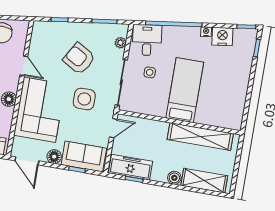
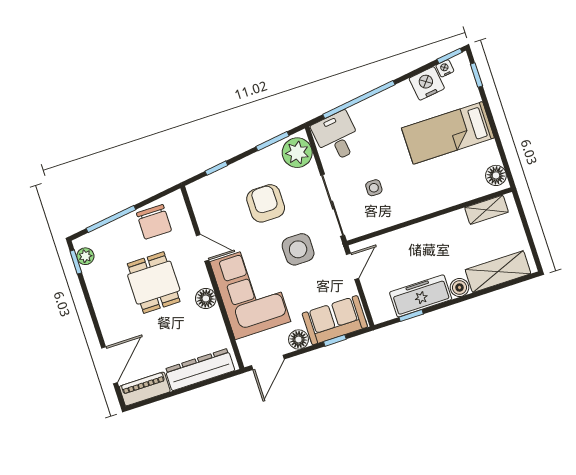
nightstand: (206, 32) -> (445, 68), moved
plant: (120, 43) -> (297, 153), width x1.88, depth x1.88
armchair: (79, 59) -> (266, 203), turned 60
side table: (150, 72) -> (374, 188), moved
bed: (185, 90) -> (448, 133), moved, turned -90
floor lamp: (235, 119) -> (496, 175), added
shelving: (200, 137) -> (487, 210), width x0.45, depth x0.75
door: (27, 161) -> (268, 362), hinge flipped
freezer: (130, 167) -> (421, 296), moved

